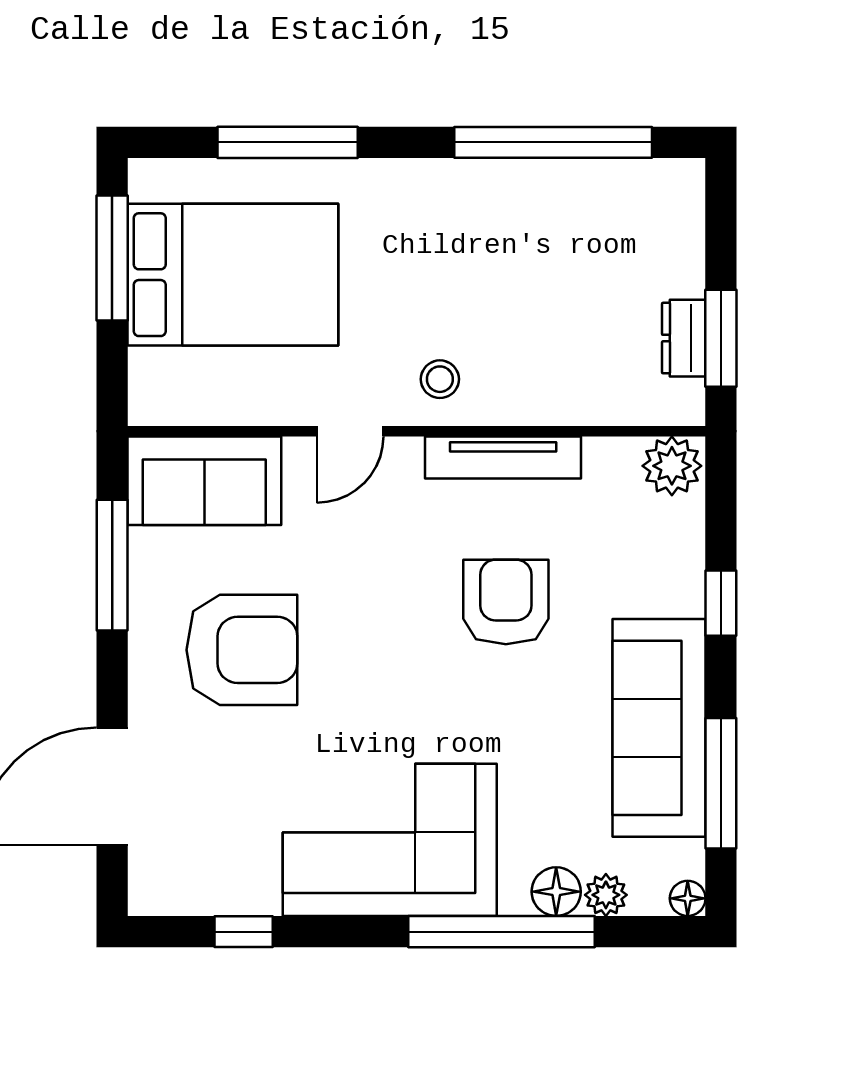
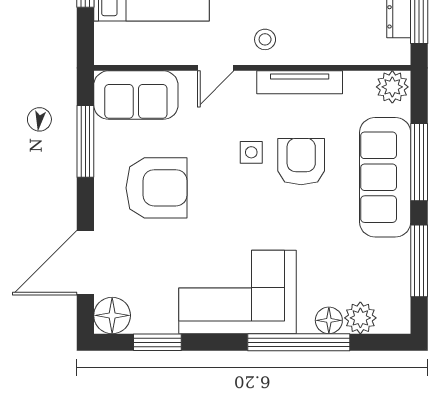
side table: (415, 585) -> (251, 152), added
window: (721, 603) -> (419, 162), width x2.17
sofa: (659, 728) -> (385, 177), moved
plant: (606, 895) -> (360, 318), width x1.38, depth x1.38
floor lamp: (688, 898) -> (112, 315), moved, width x1.89, depth x1.89
window: (244, 932) -> (157, 342), width x1.50

